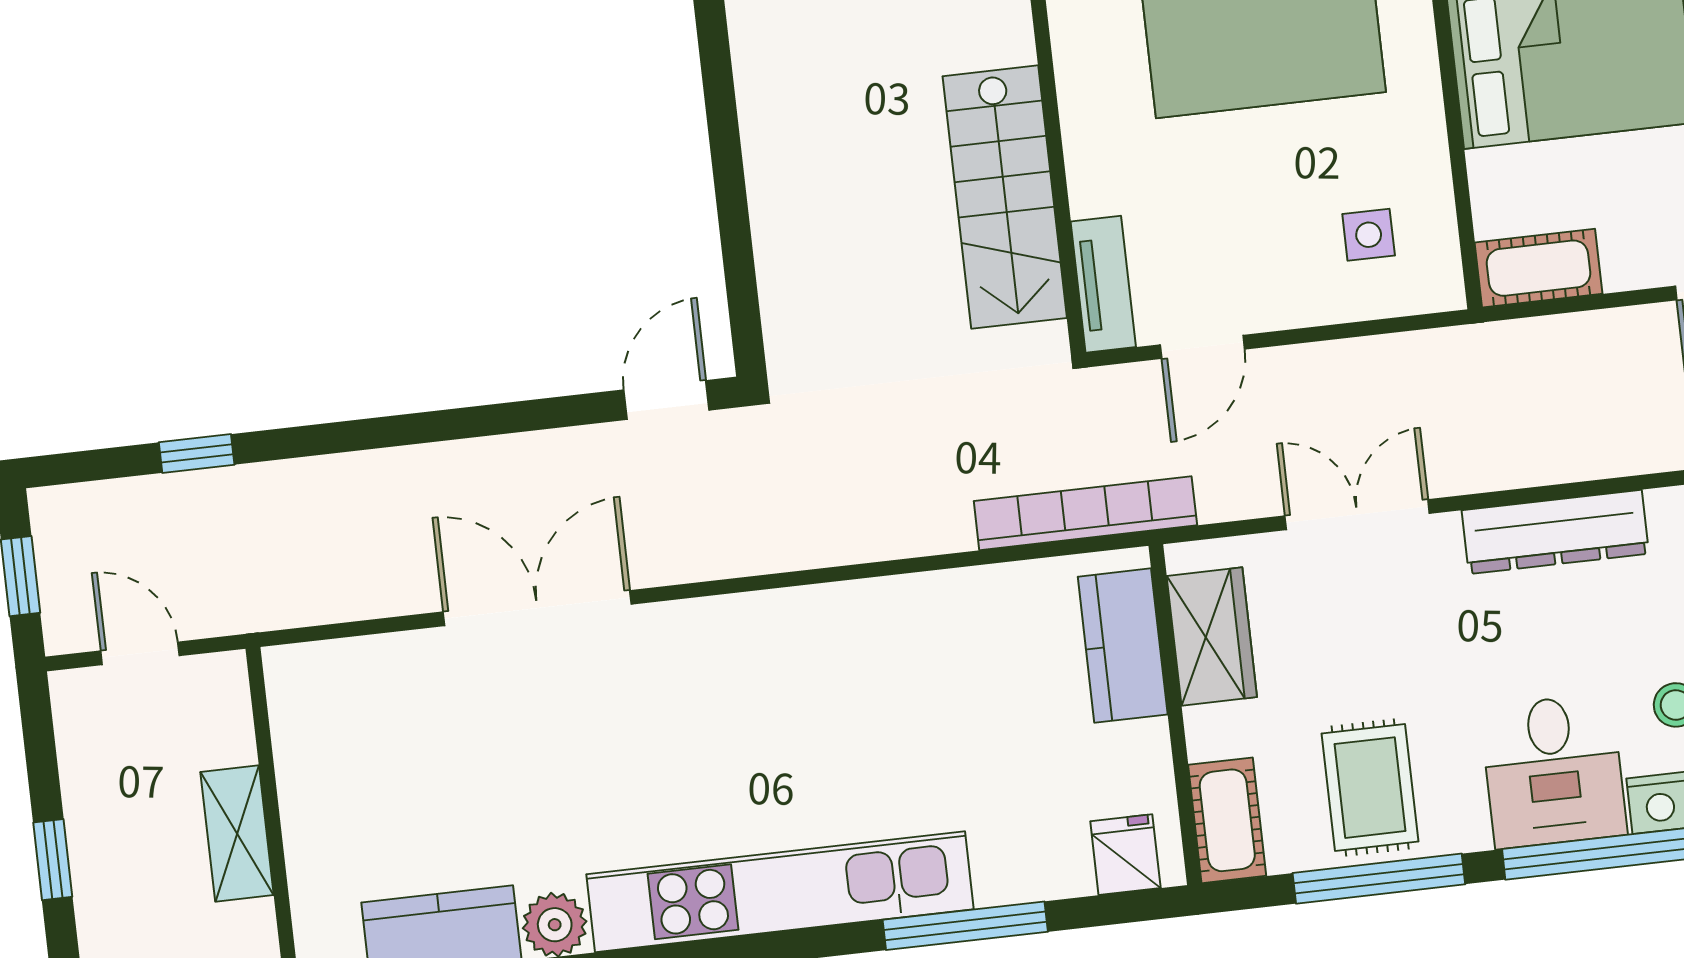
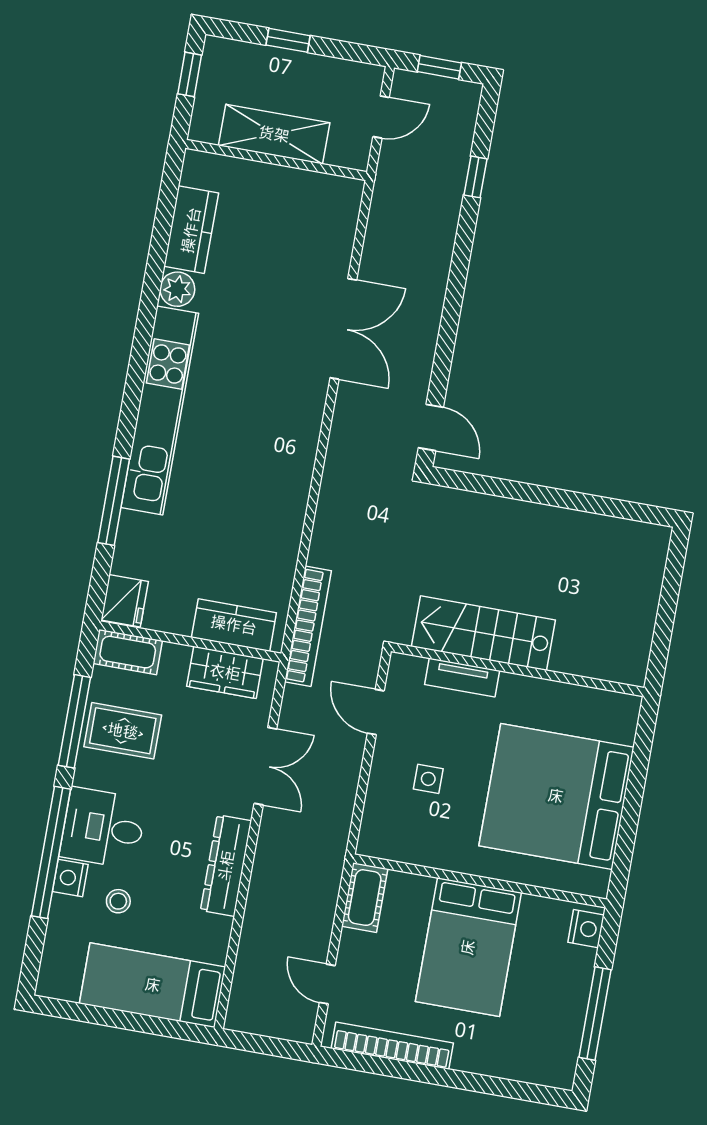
side table: (1369, 235) -> (428, 779), moved
tv unit: (1103, 284) -> (462, 678), moved
shelving: (237, 833) -> (274, 134), width x1.50, depth x1.33
fridge: (1125, 855) -> (125, 601), width x1.38

